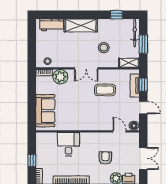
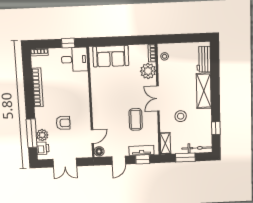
desk: (68, 144) -> (75, 59), moved
window: (32, 160) -> (68, 43), moved

